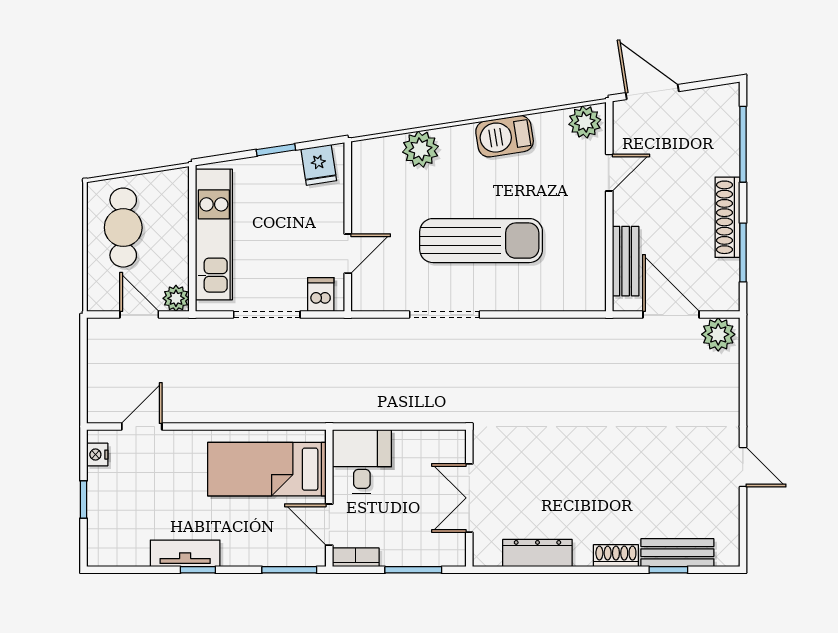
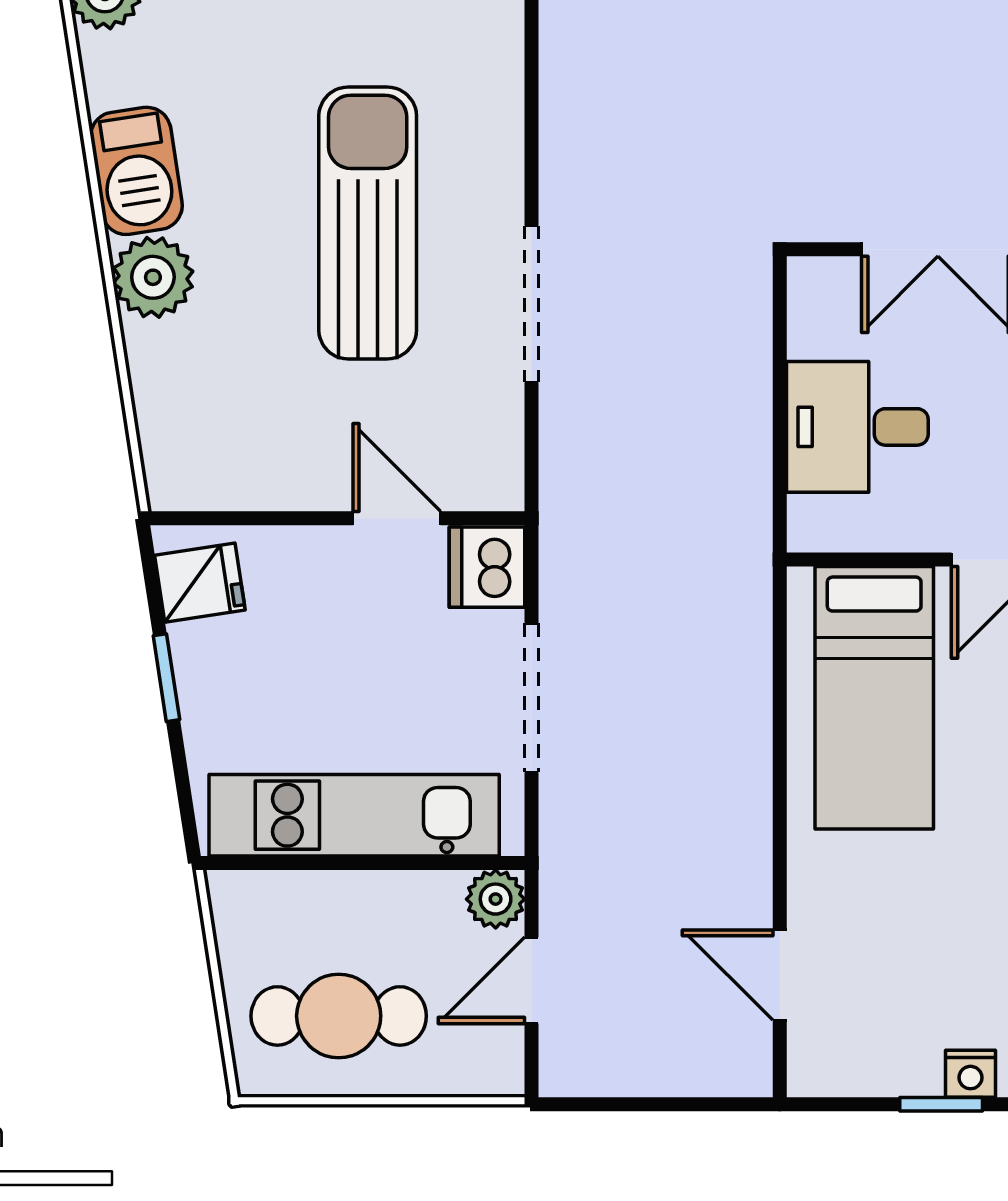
plant: (421, 149) -> (153, 277), moved
dishwasher: (321, 294) -> (487, 567), width x1.38
nightstand: (97, 455) -> (970, 1074), moved
desk: (362, 462) -> (857, 427), moved

